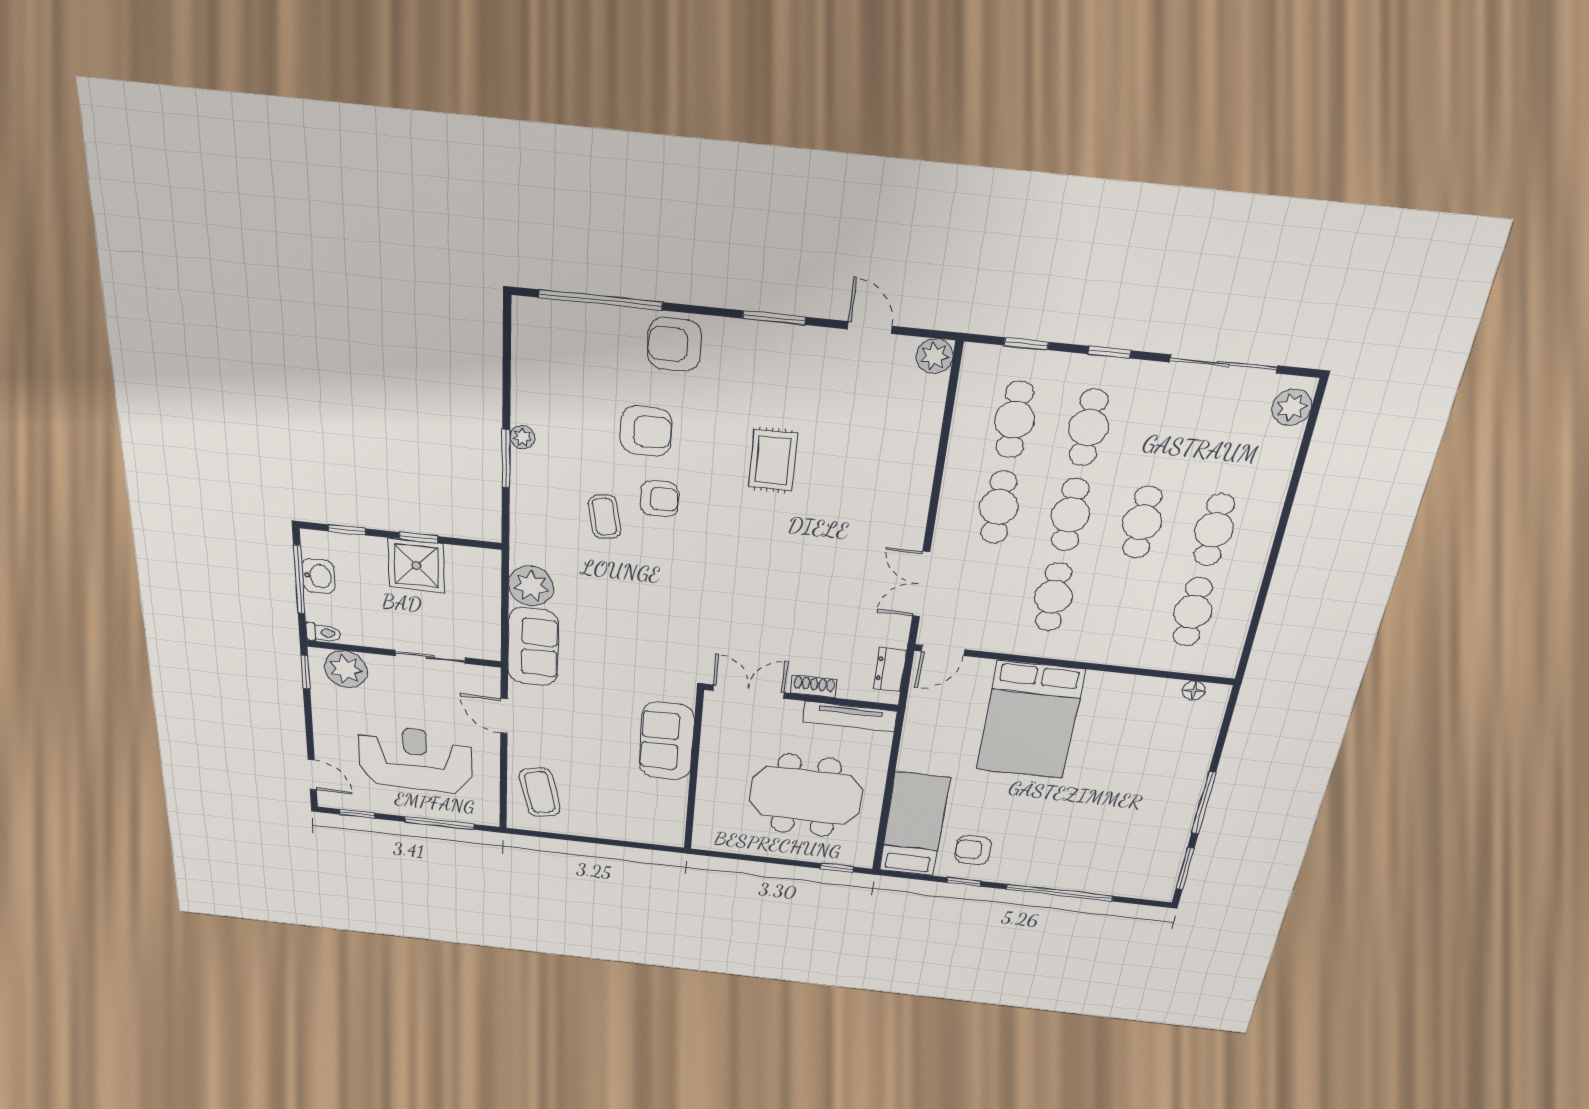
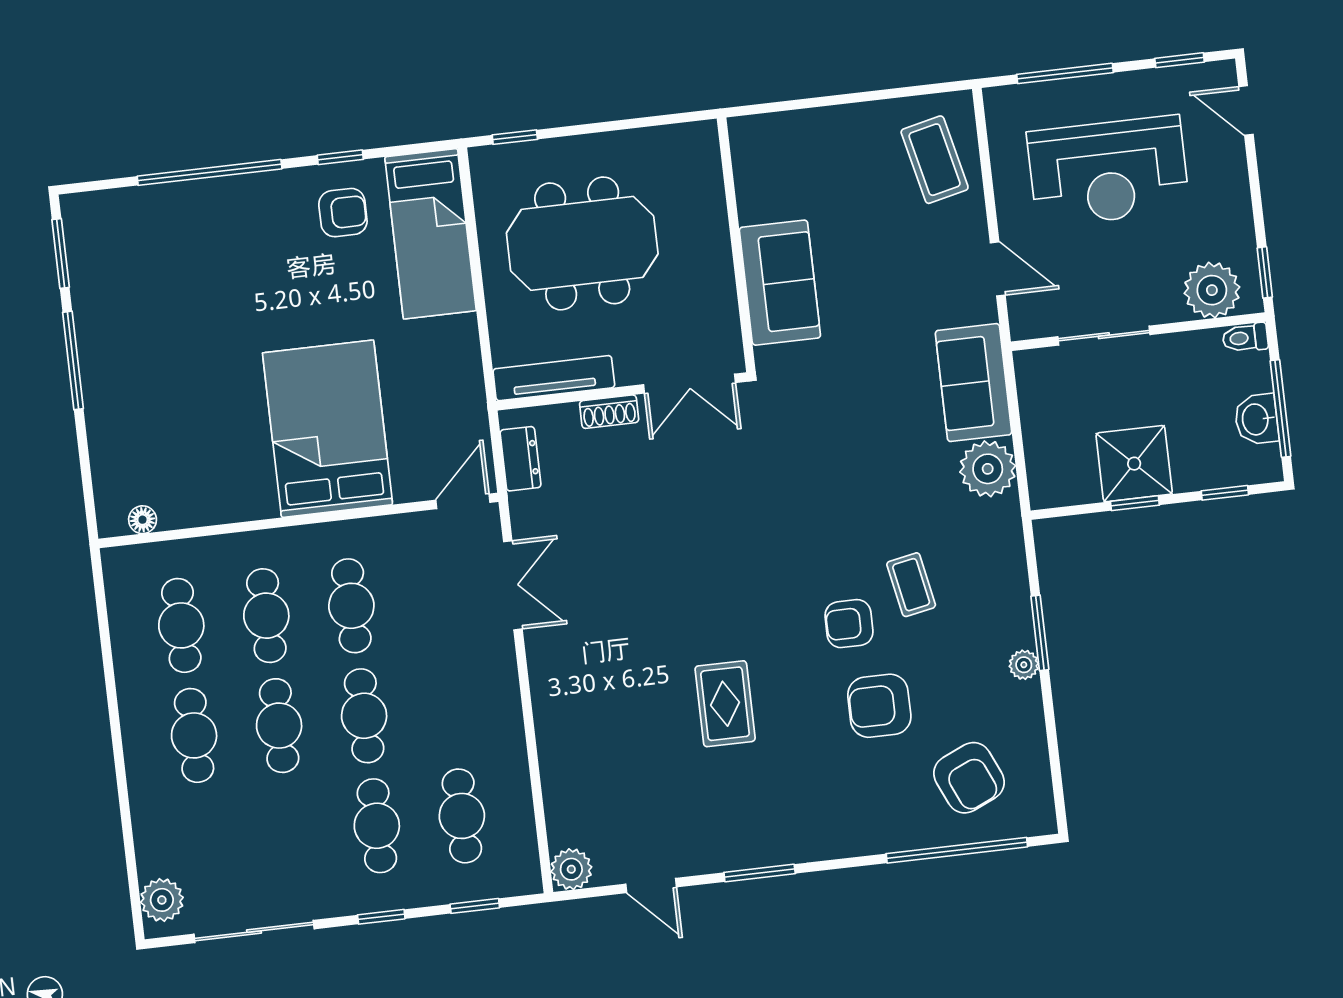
armchair: (674, 345) -> (969, 778), moved, turned 66
cafe table: (999, 507) -> (266, 616), moved

